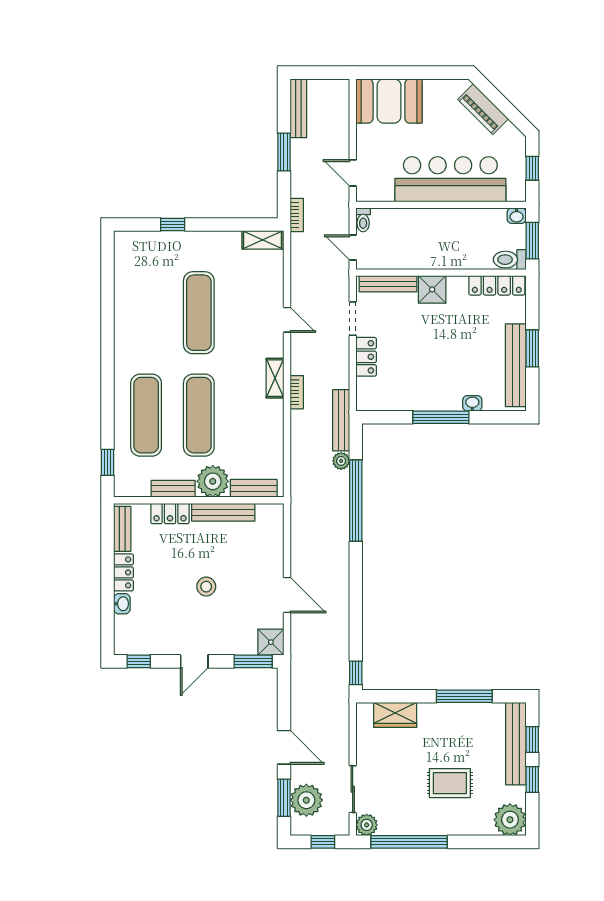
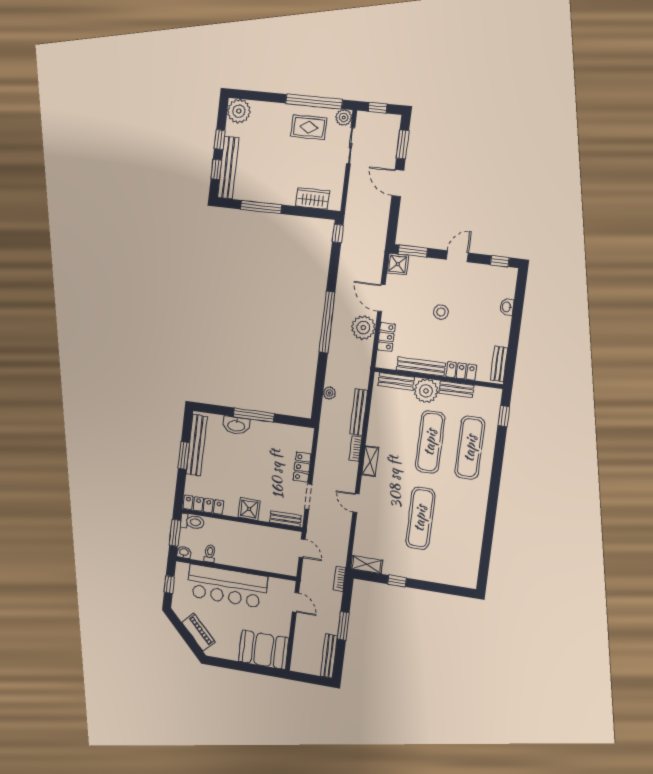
toilet: (363, 220) -> (210, 554), moved
window: (173, 224) -> (397, 581), moved
bench: (388, 284) -> (285, 519), width x0.73
washbasin: (472, 403) -> (236, 425), width x1.91, depth x1.45
bench: (341, 420) -> (359, 412), moved
window: (356, 501) -> (327, 322), moved
locker: (124, 572) -> (386, 337), moved, turned 180
rug: (450, 783) -> (309, 127), moved
plant: (306, 800) -> (363, 328), moved

